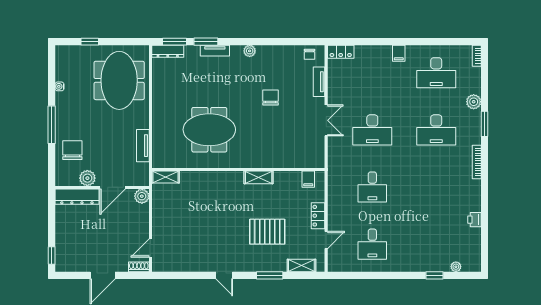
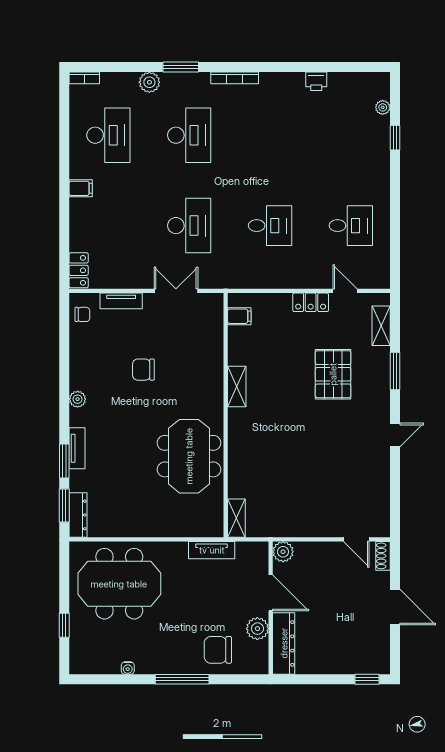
wall: (238, 169) -> (226, 415), moved
shelving: (166, 177) -> (236, 518), moved
shelving: (259, 177) -> (237, 387), moved
filing cabinet: (308, 179) -> (239, 316), moved

